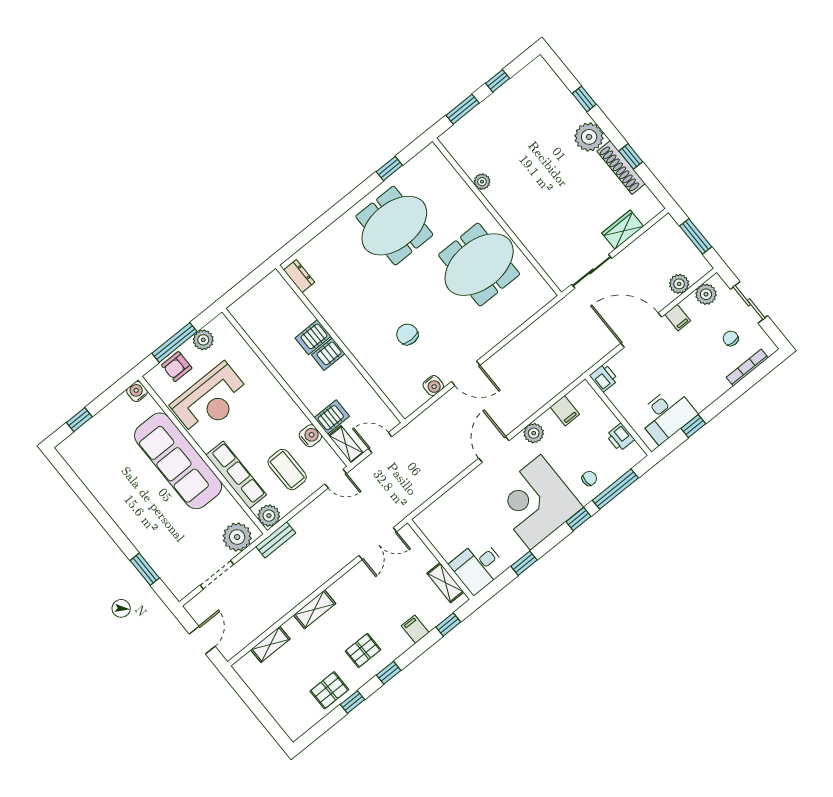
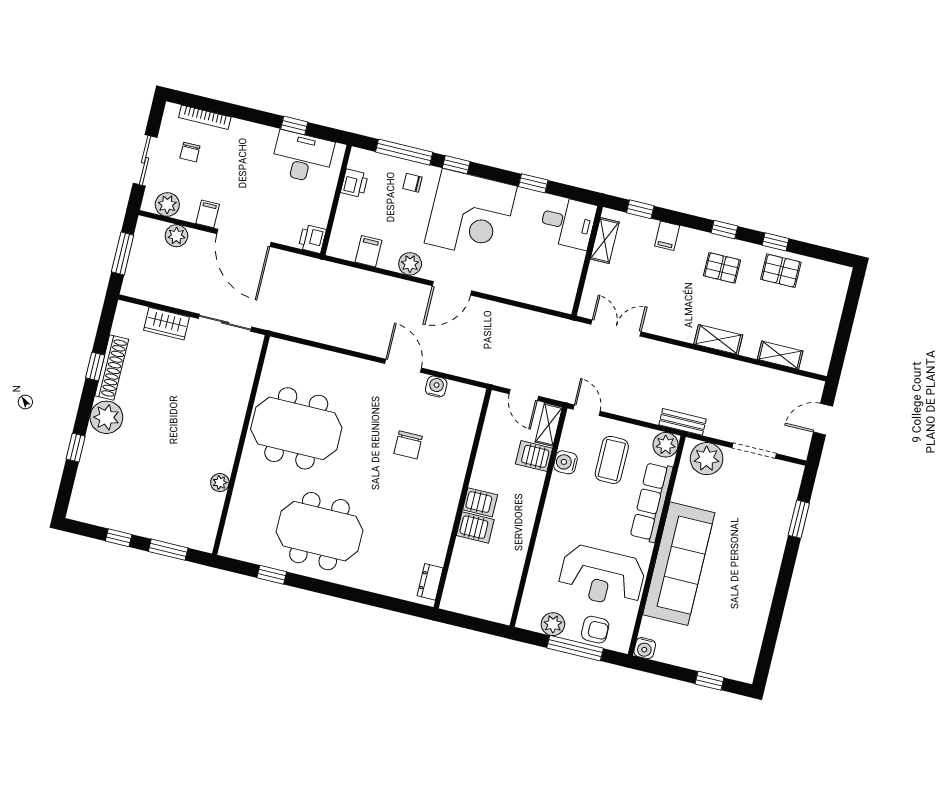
reception desk: (211, 400) -> (602, 576), turned 180

